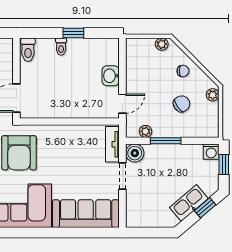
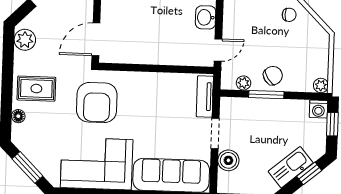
plant: (213, 95) -> (321, 85), moved
chair: (182, 104) -> (273, 76), moved
boiler: (135, 153) -> (228, 160), moved

